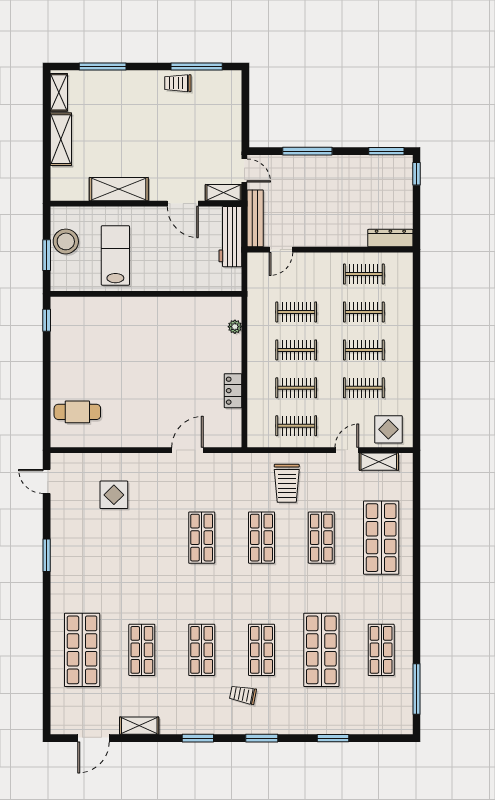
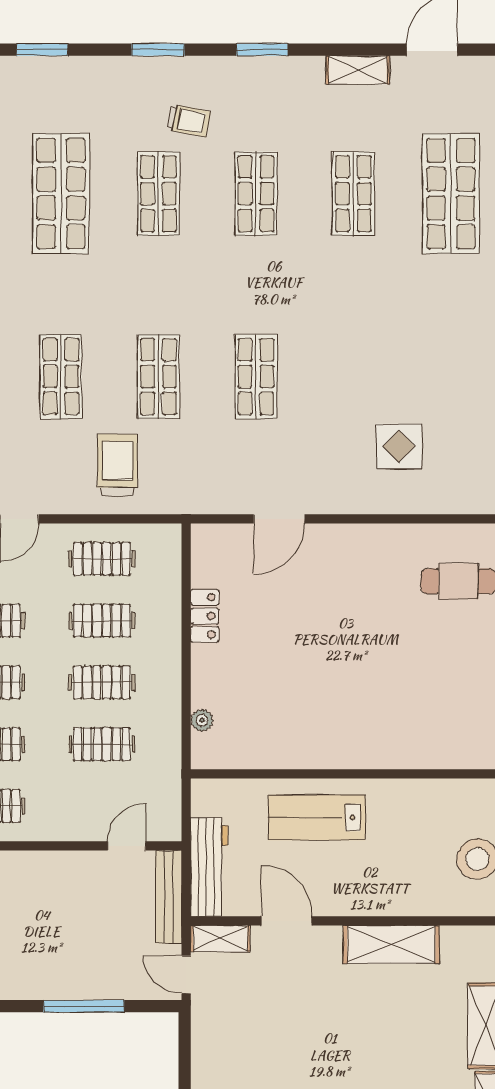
lab bench: (115, 255) -> (317, 818), moved, turned 90

